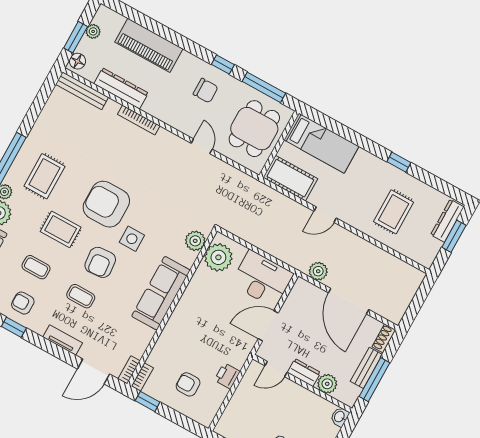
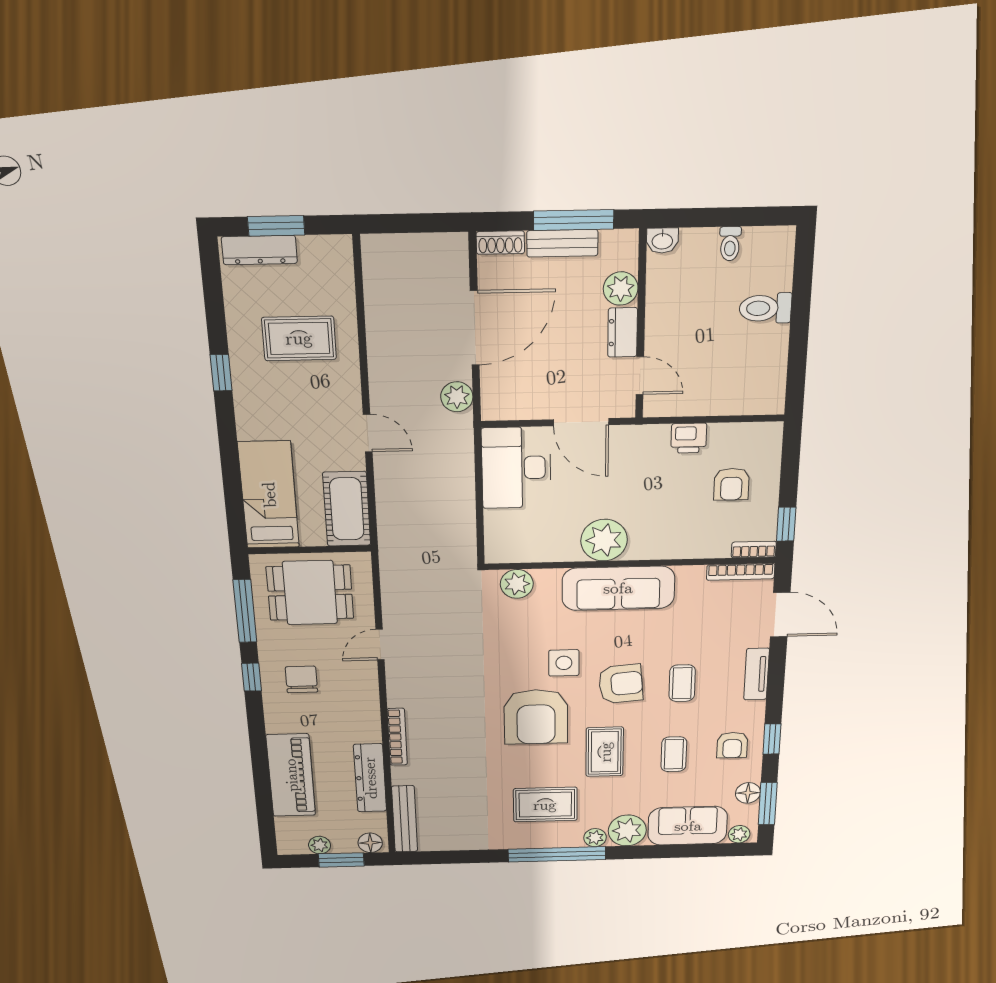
plant: (218, 257) -> (604, 540), moved
bookcase: (129, 370) -> (741, 572), width x1.56

